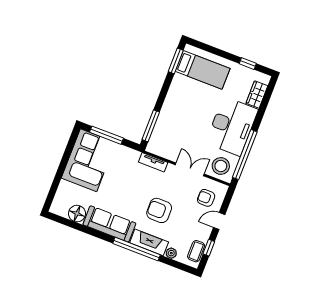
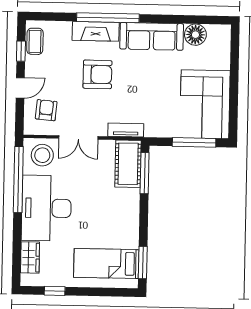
cot: (160, 137) -> (128, 164), added
armchair: (206, 198) -> (46, 110), turned -85
plant: (171, 253) -> (64, 28), removed

